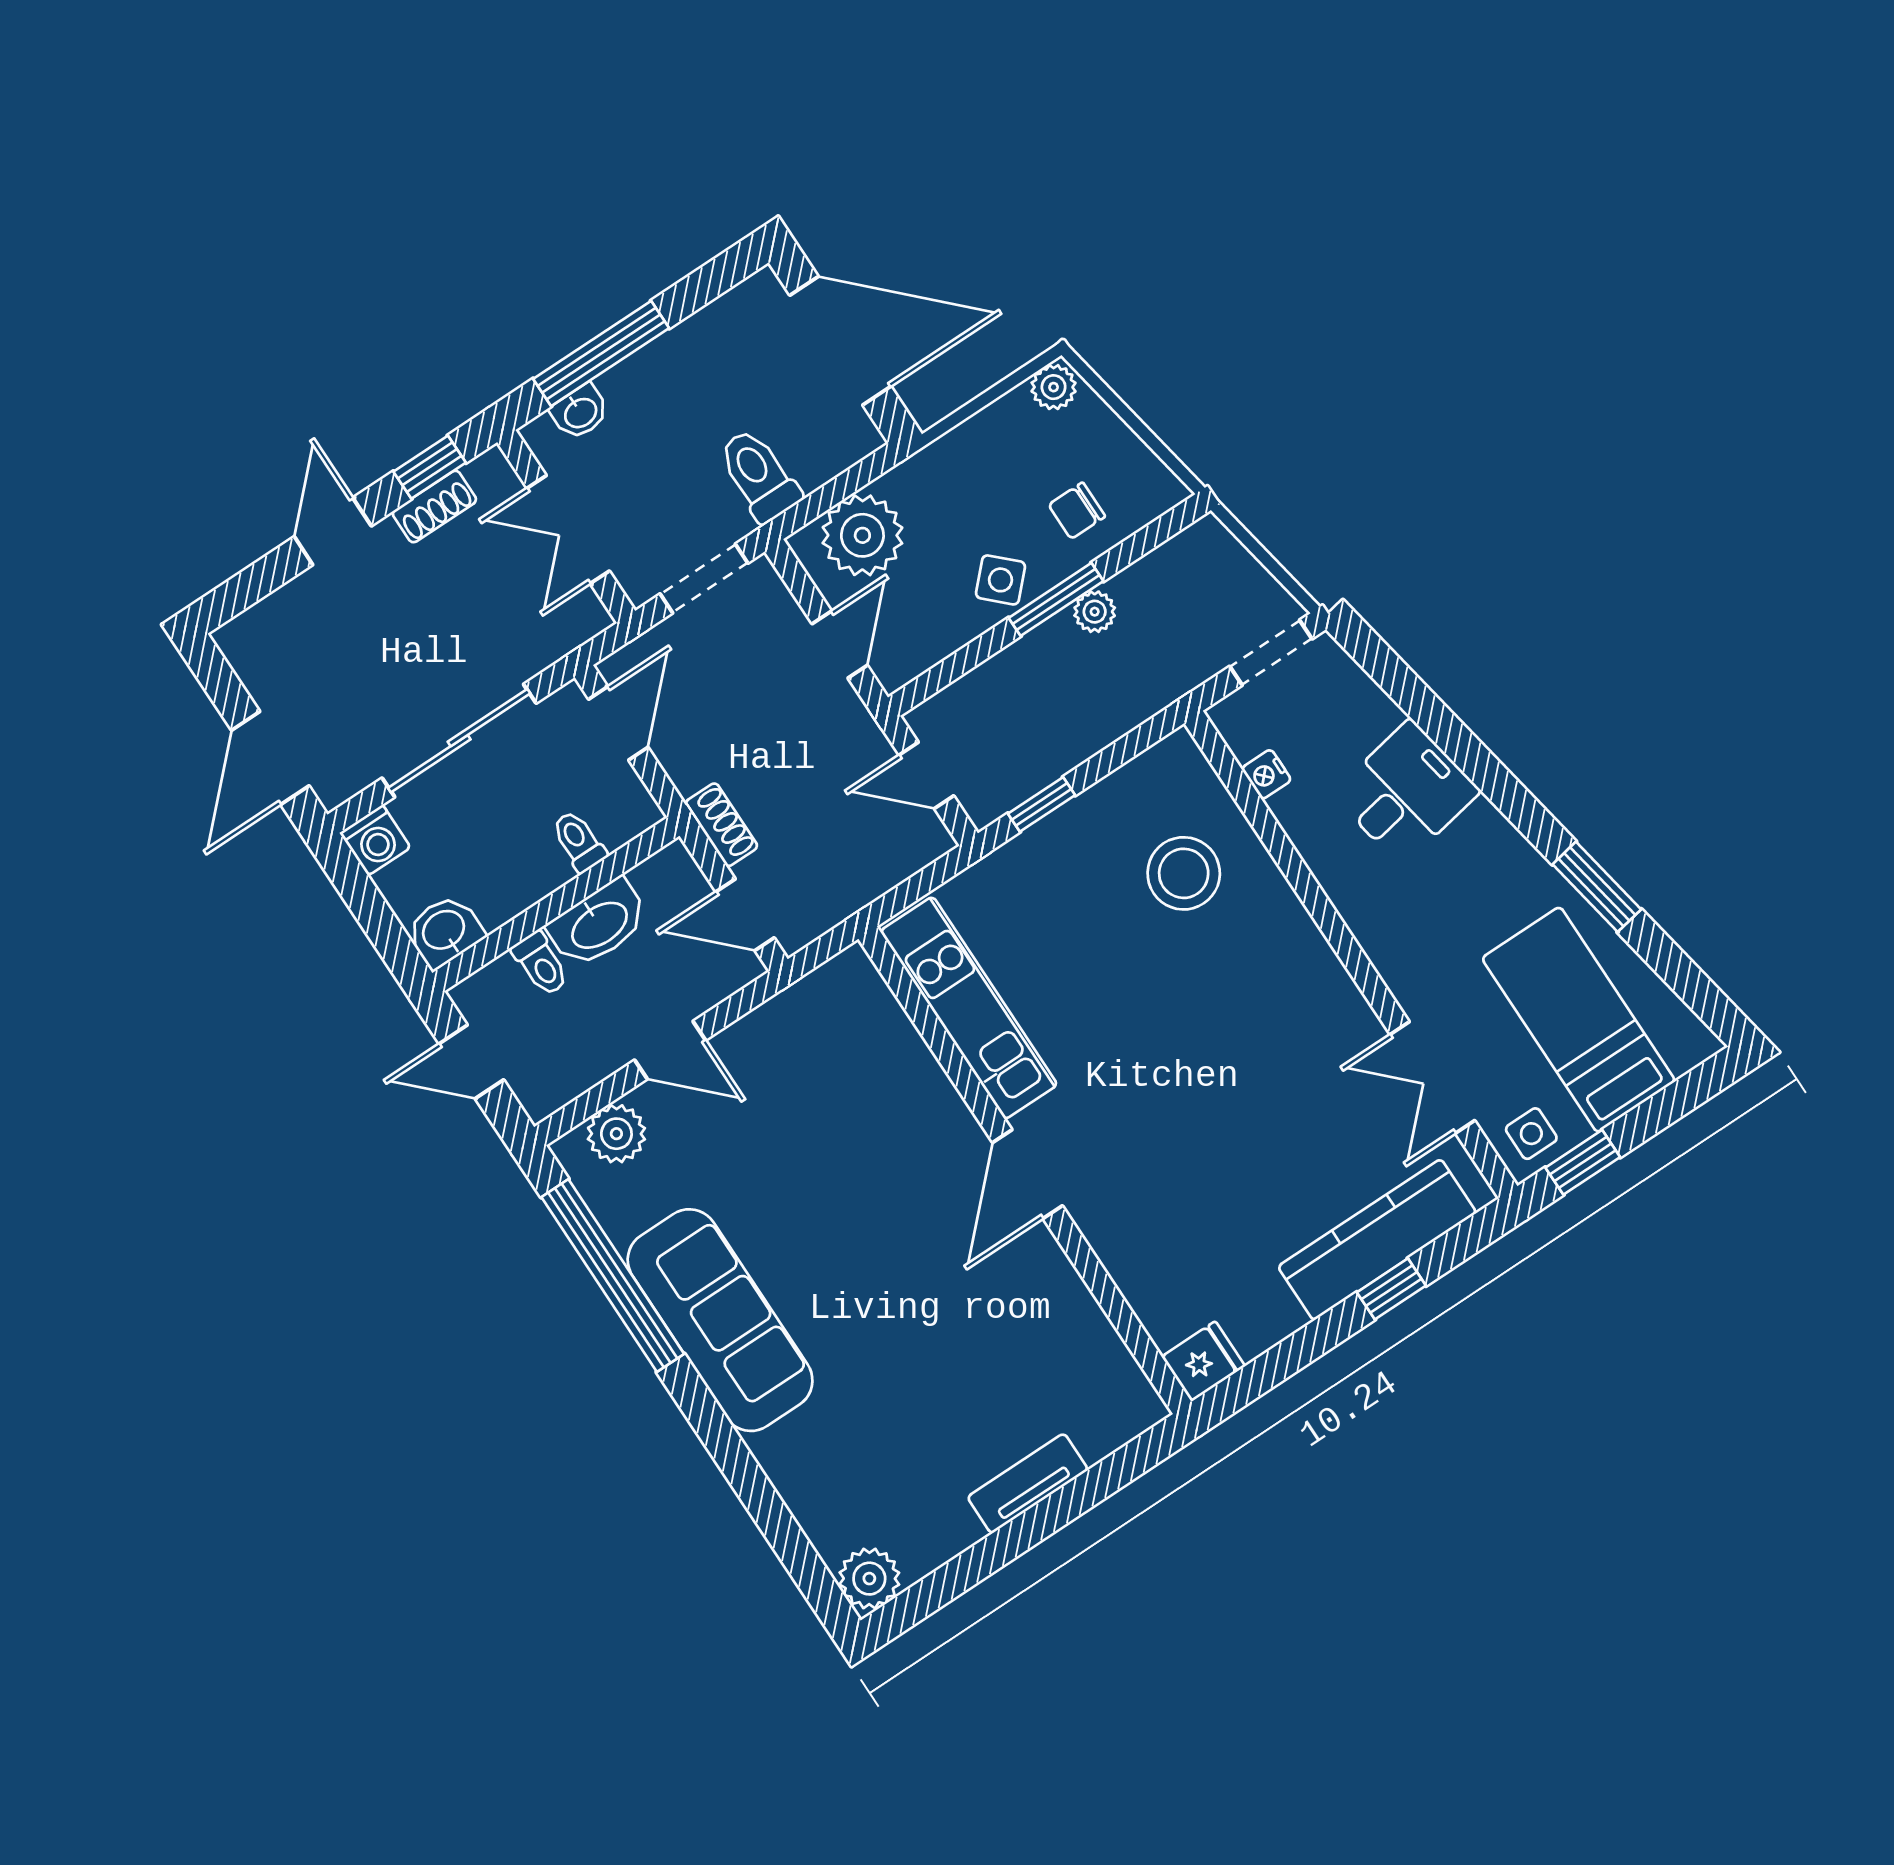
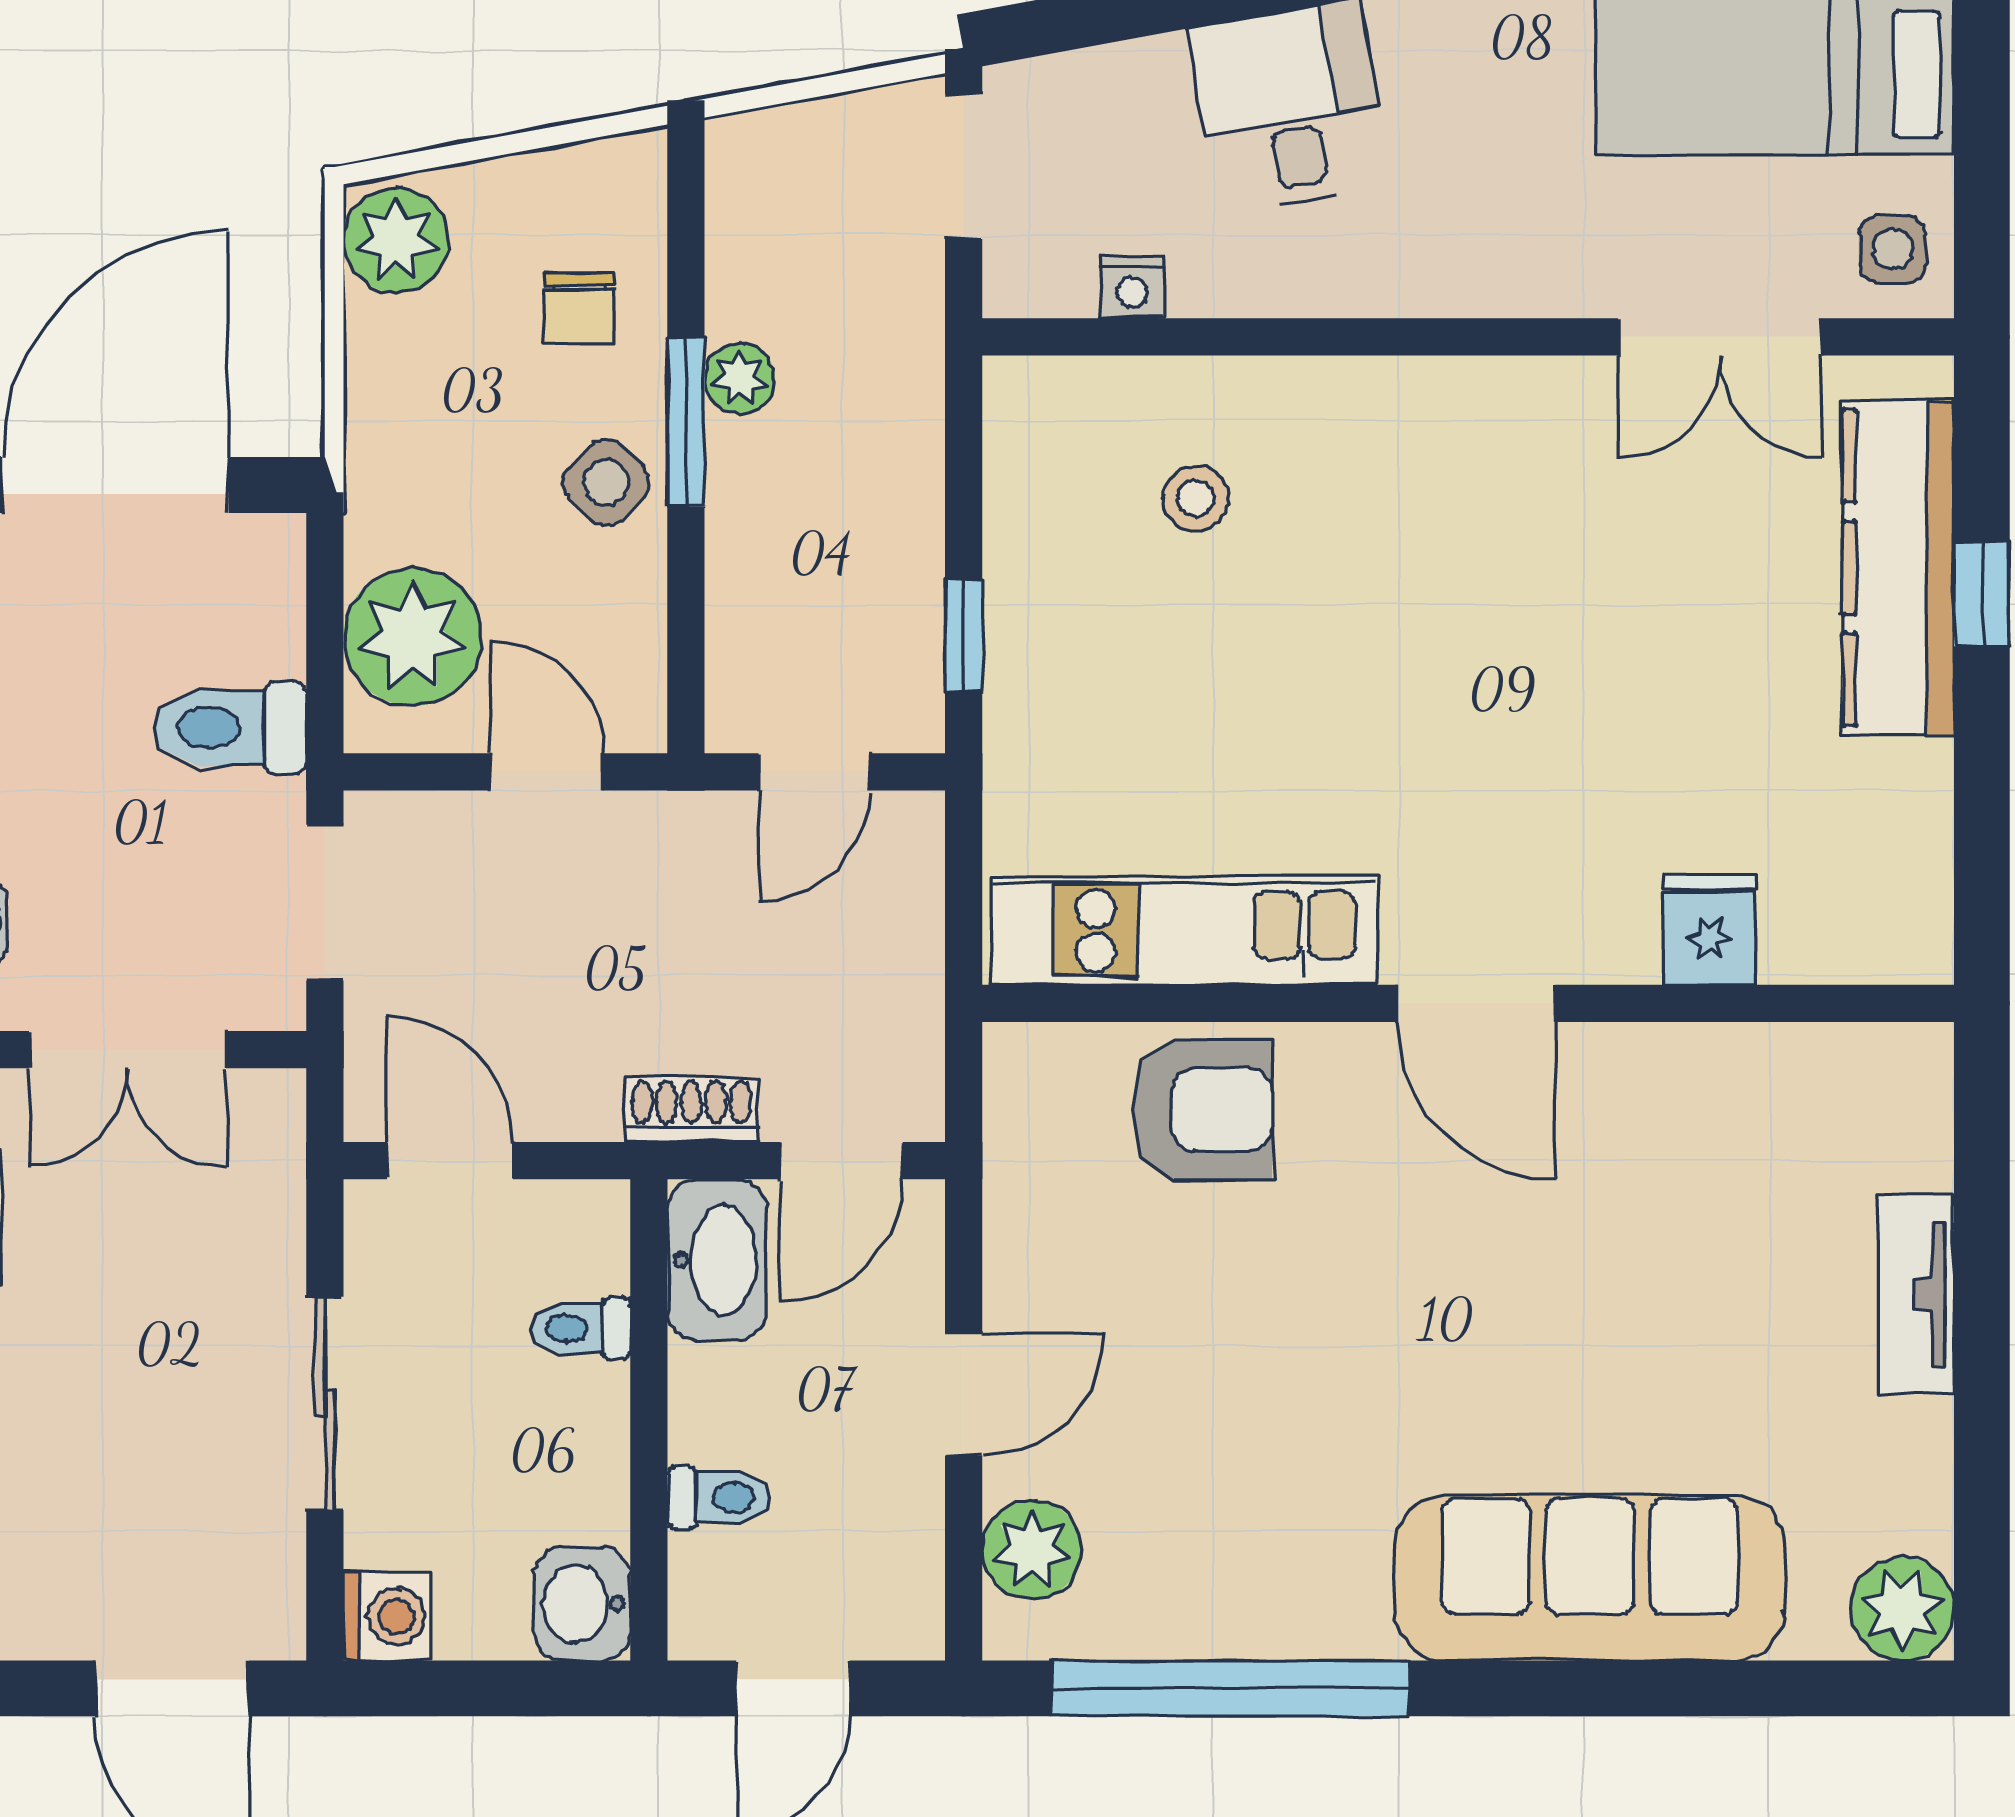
plant: (1054, 387) -> (396, 240), width x1.38, depth x1.38
sliding door: (459, 741) -> (325, 1403), width x0.73
stool: (1184, 873) -> (1196, 498), width x0.53, depth x0.53
washbasin: (599, 924) -> (717, 1260), moved
armchair: (887, 1074) -> (1202, 1110), added
window: (1583, 1162) -> (1982, 203), removed
sofa: (720, 1320) -> (1590, 1578), moved
fridge: (1203, 1361) -> (1710, 930), moved

